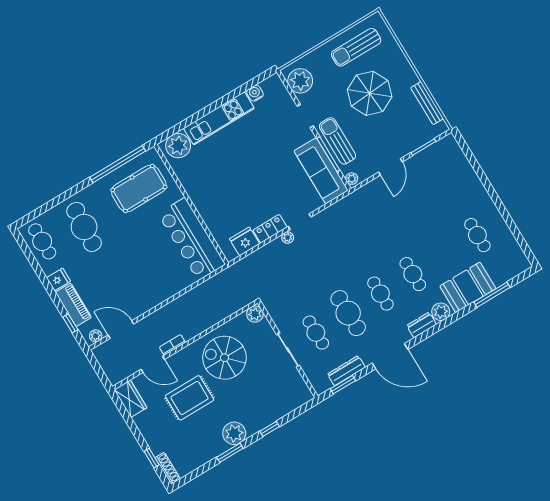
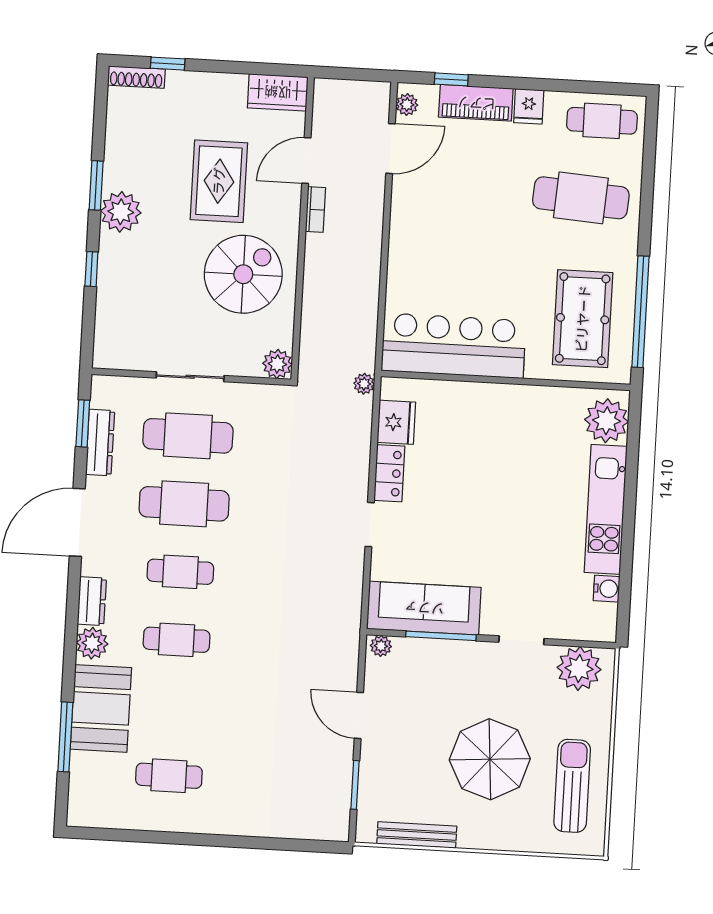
sun lounger: (338, 141) -> (451, 663), removed
plant: (288, 238) -> (364, 384), moved
cafe table: (316, 333) -> (188, 436), width x1.37, depth x1.35

